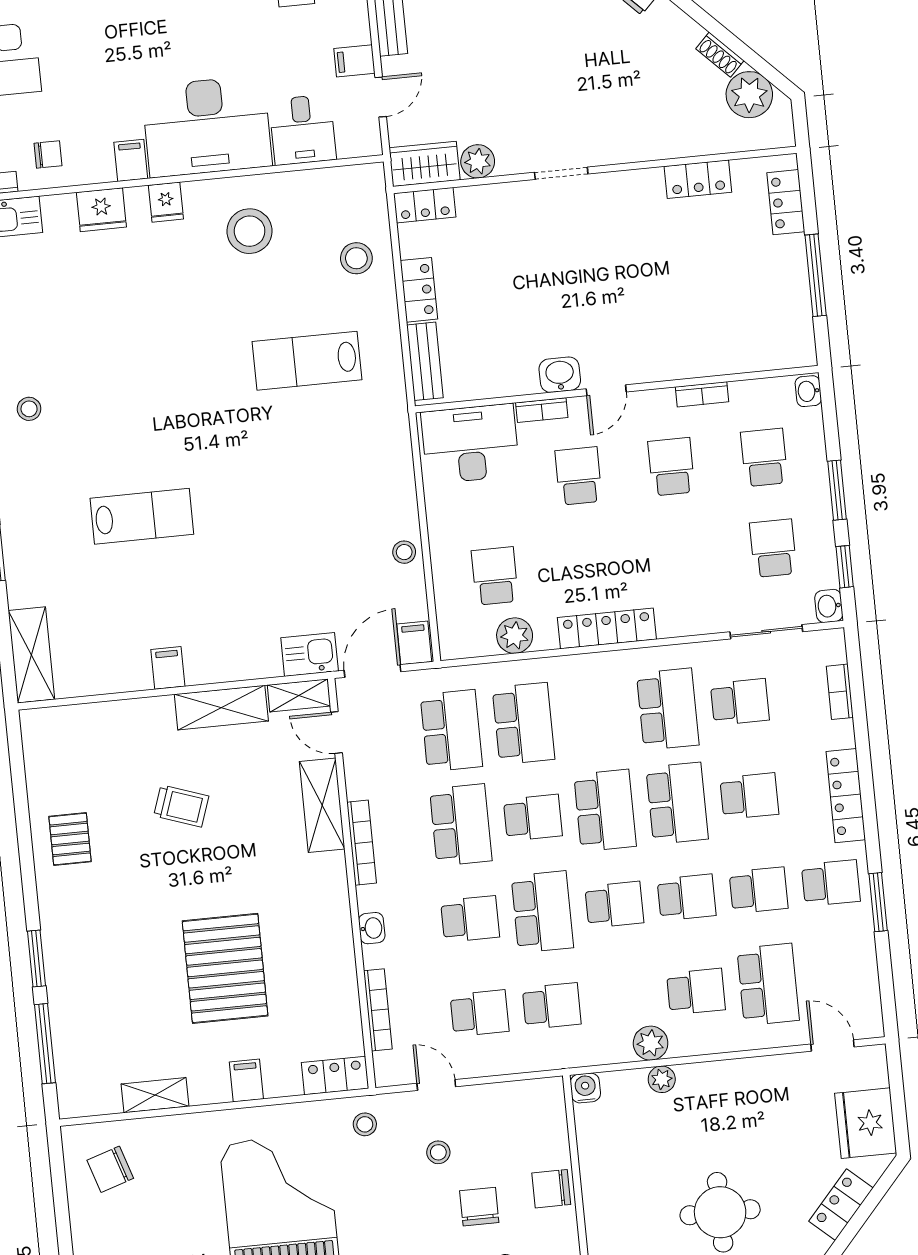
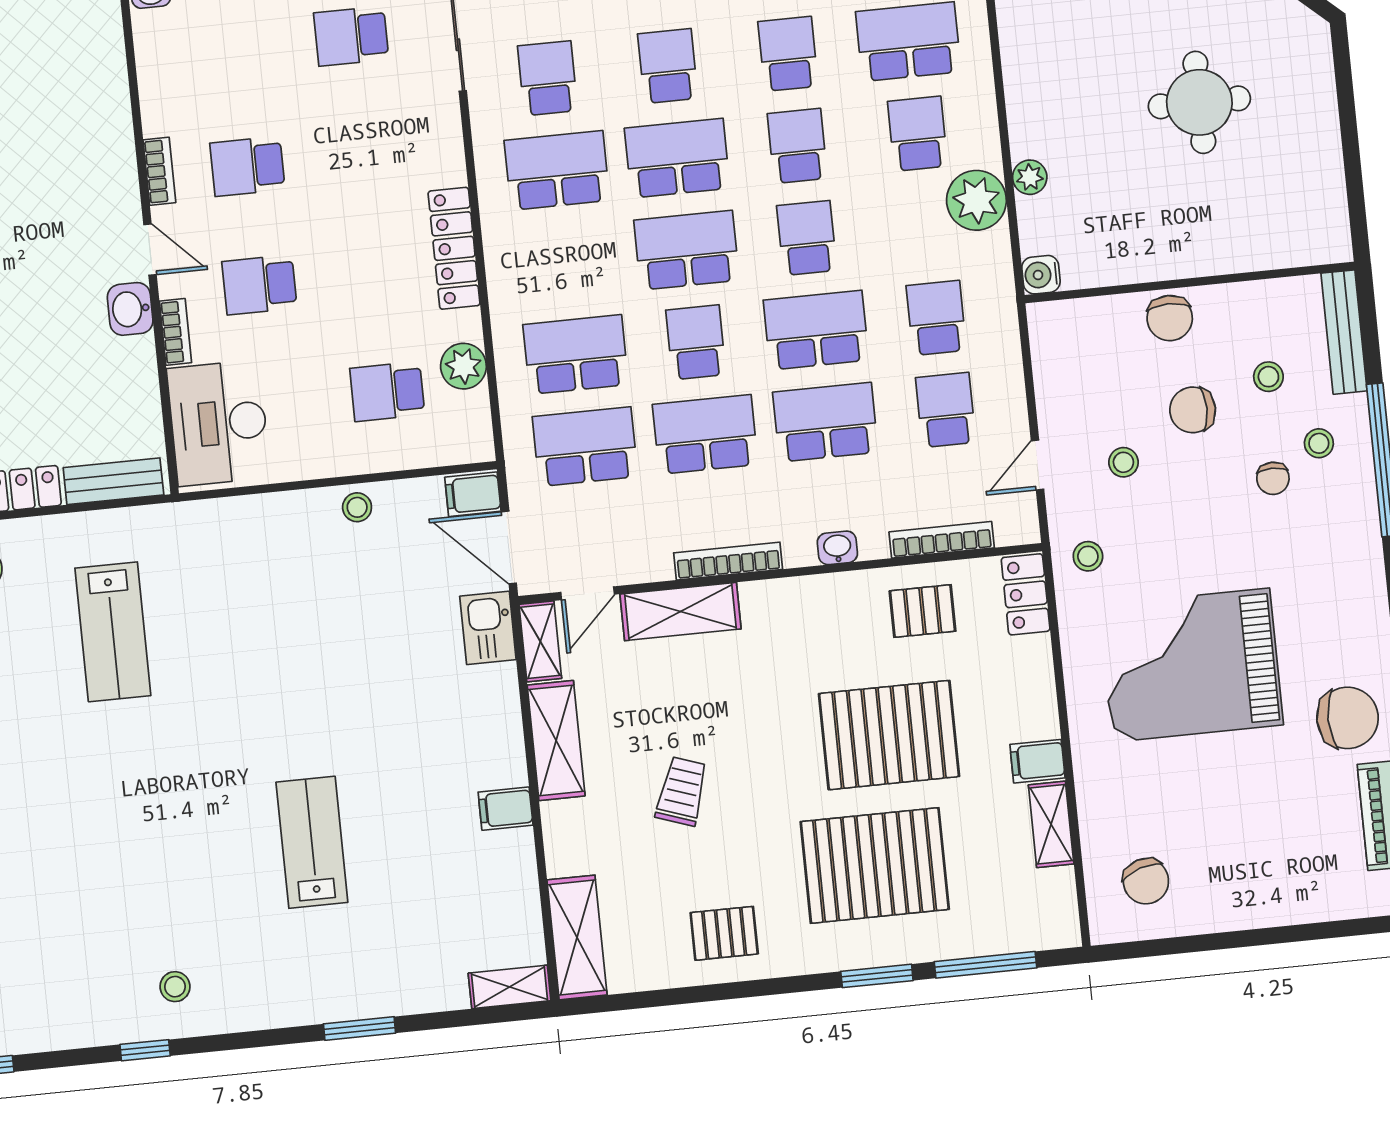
bookcase: (702, 394) -> (159, 171), moved
school desk: (764, 457) -> (235, 48), removed
shelving: (31, 655) -> (510, 987), width x0.67, depth x0.75
shelving: (67, 724) -> (577, 937), added
school desk: (470, 919) -> (825, 422), width x1.85
pallet: (123, 957) -> (875, 865), added
pallet: (322, 995) -> (923, 611), added
plant: (651, 1043) -> (976, 200), width x1.36, depth x1.36
filing cabinet: (246, 1080) -> (1037, 761), moved

